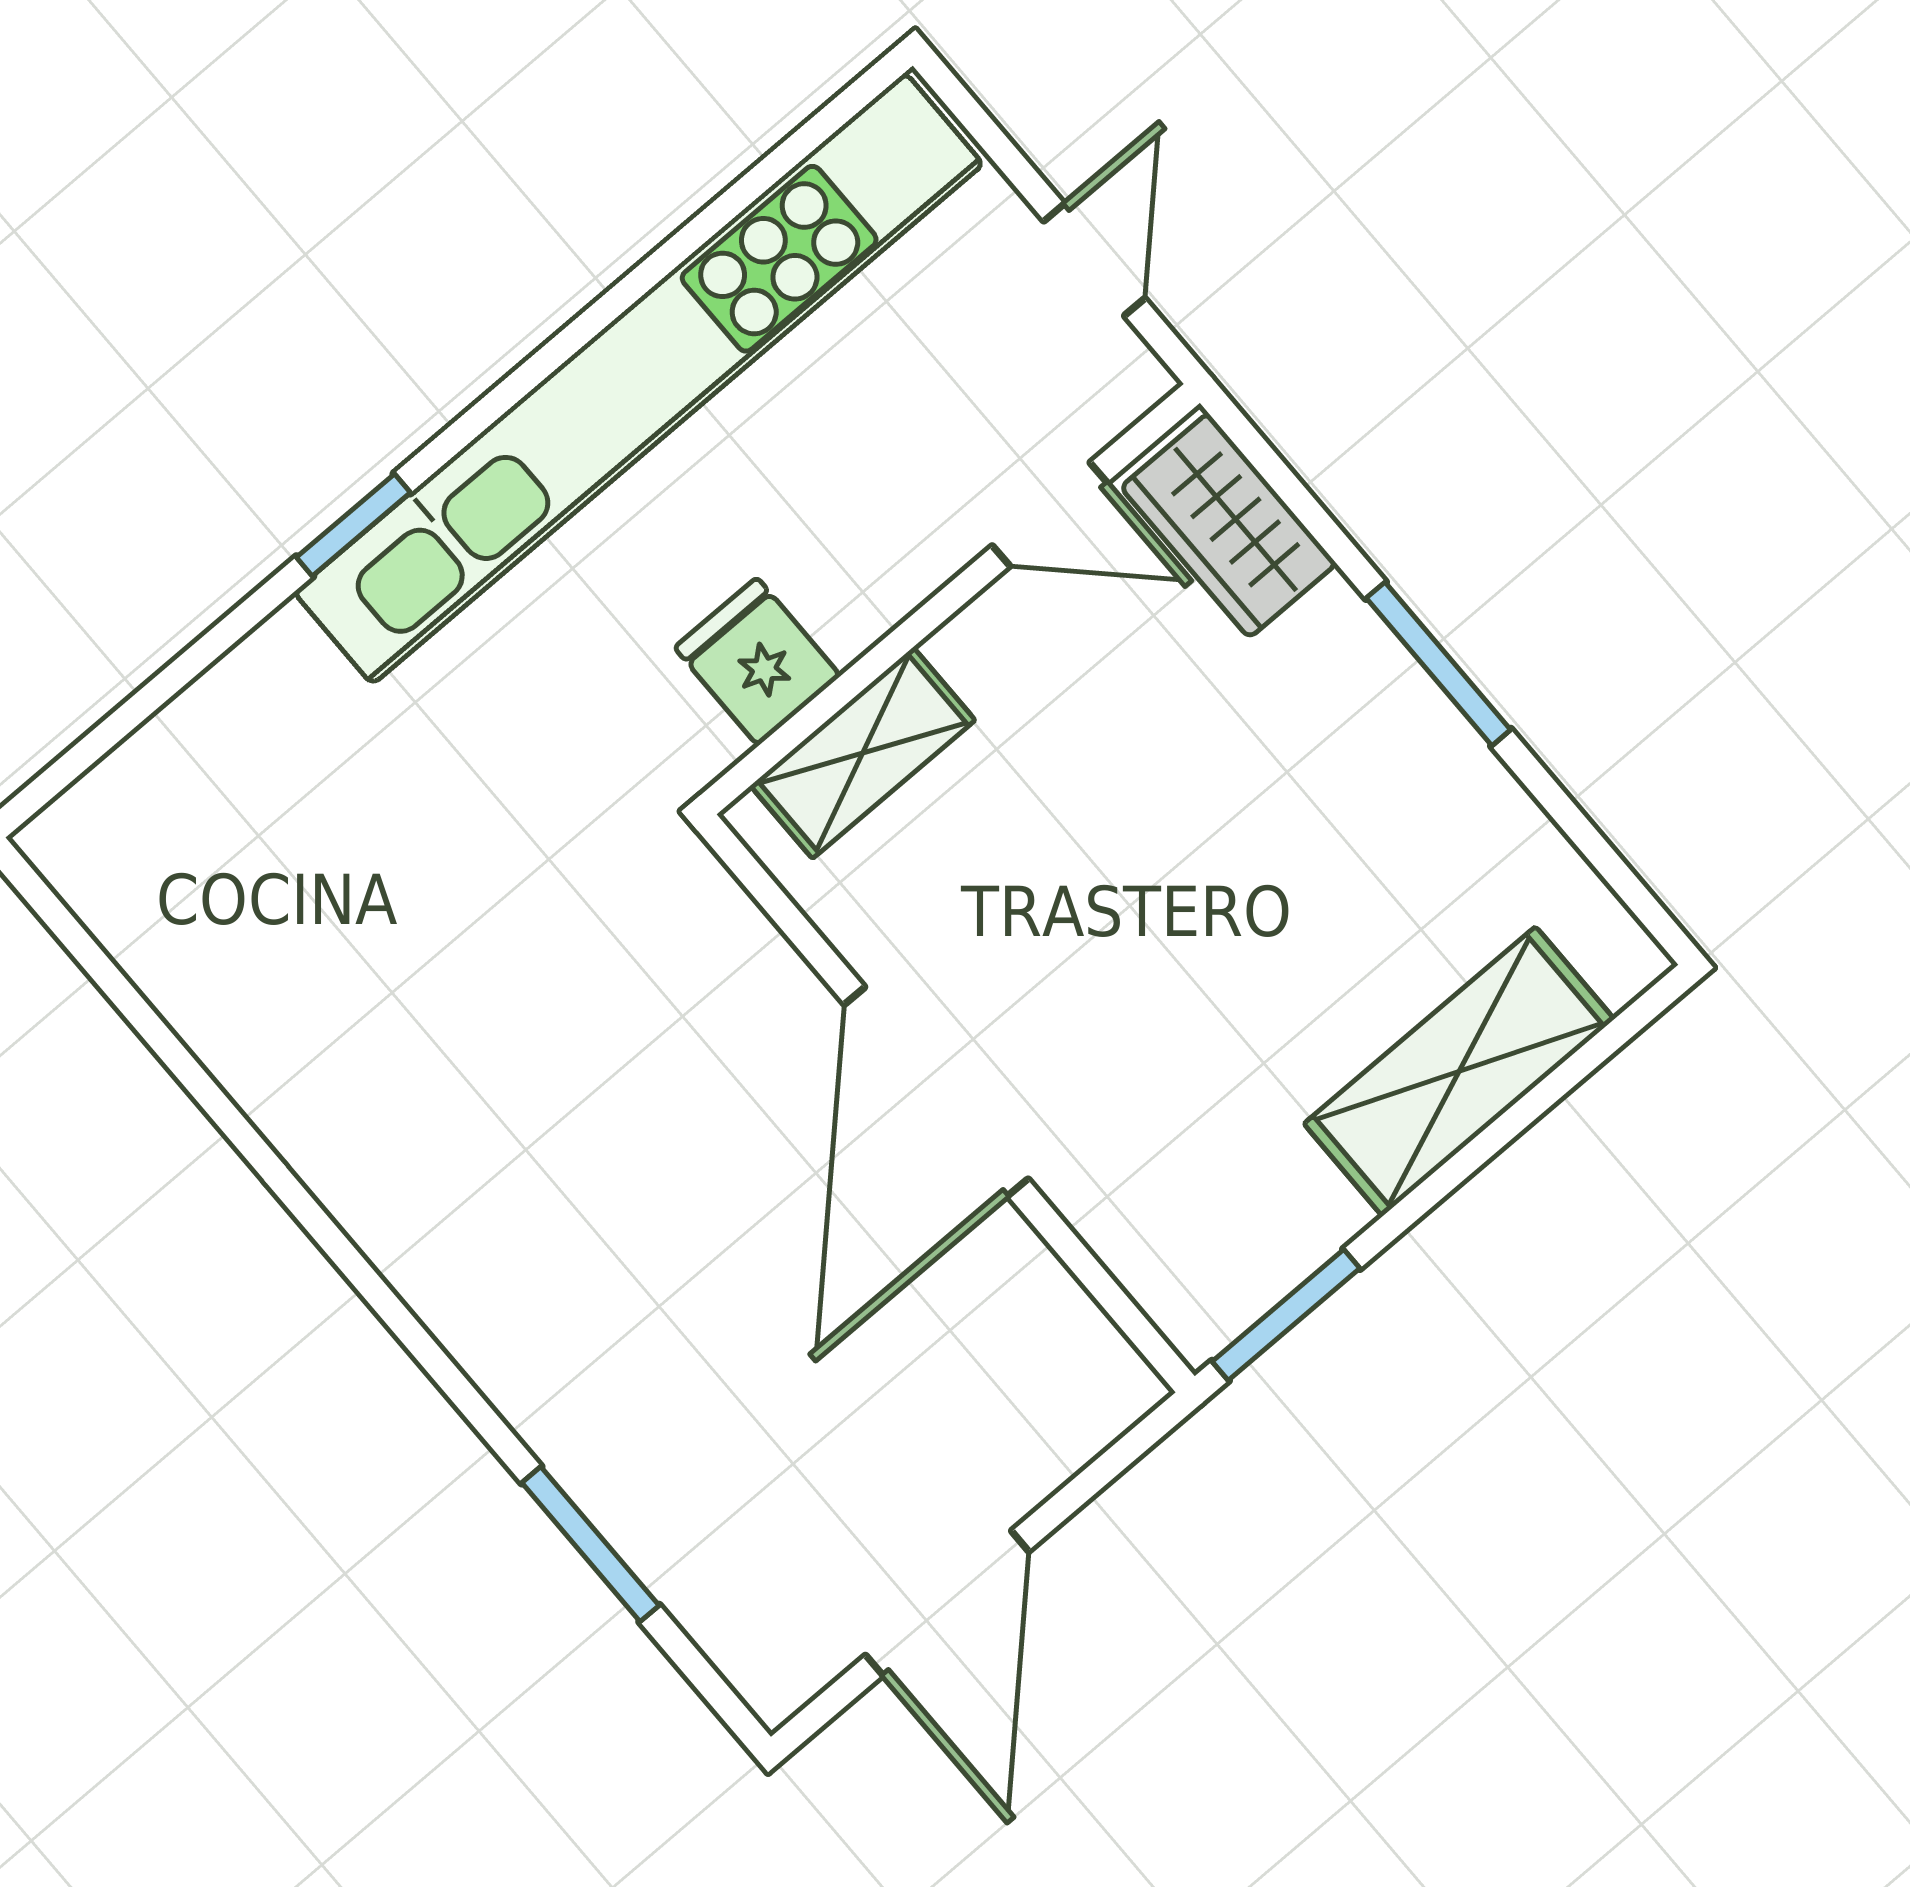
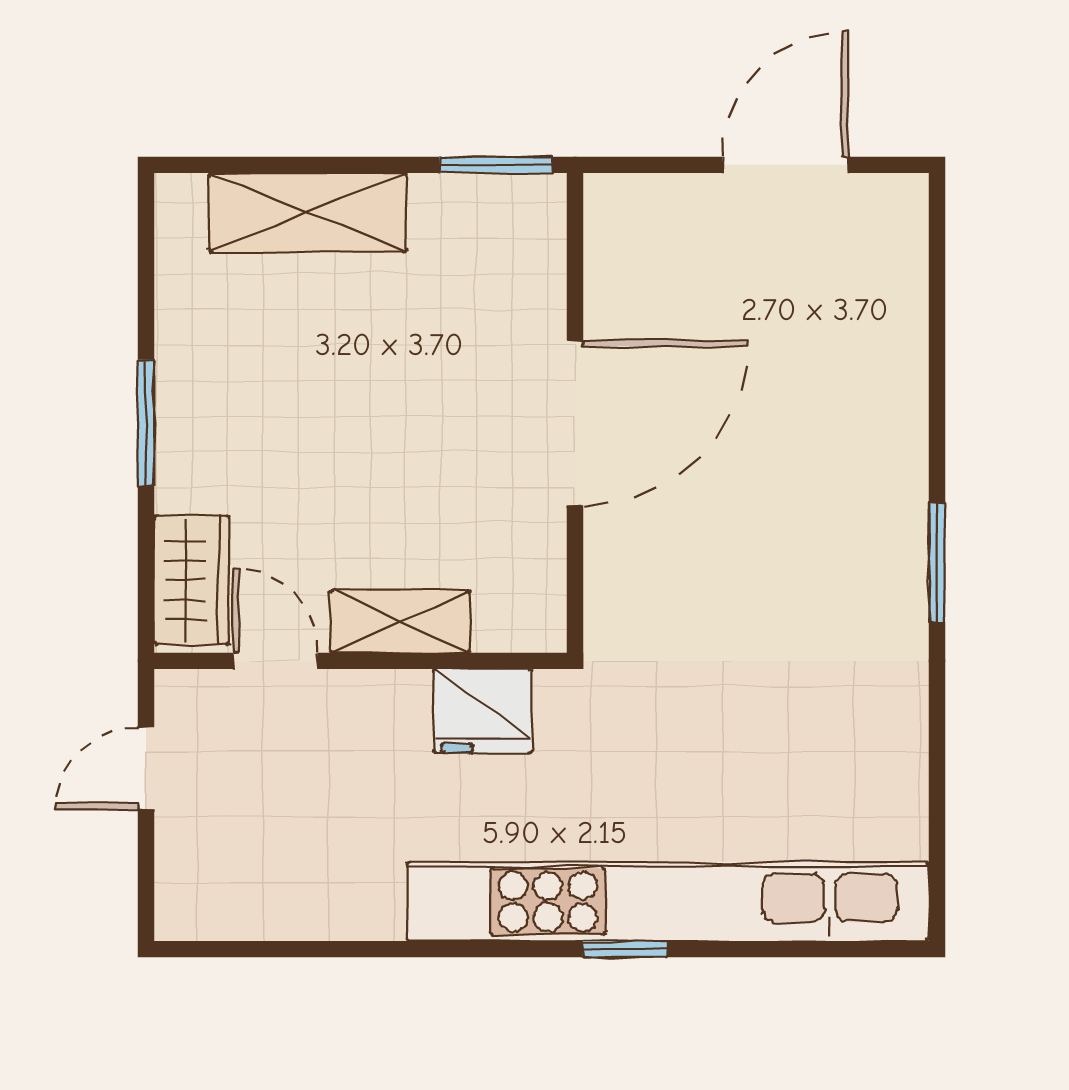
kitchen unit: (639, 378) -> (668, 902), moved
fridge: (757, 662) -> (482, 711), width x1.38
shelving: (863, 753) -> (400, 622), moved
window: (590, 1544) -> (937, 562), moved

